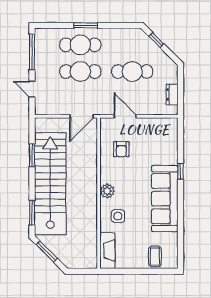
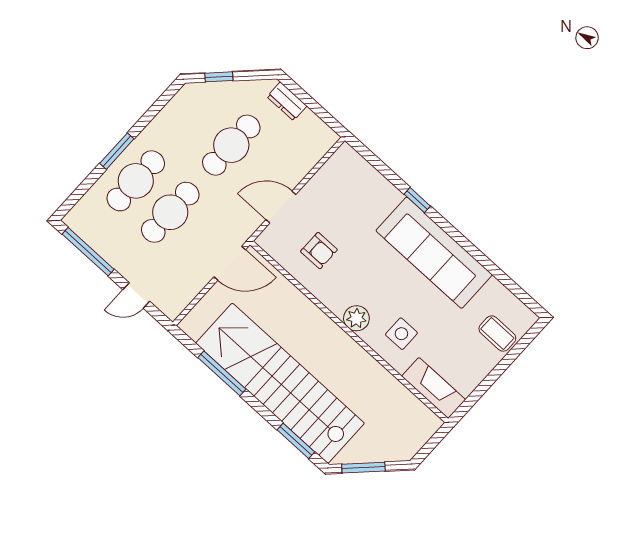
dresser: (172, 95) -> (287, 101), moved
door: (82, 116) -> (230, 263), hinge flipped
window: (32, 155) -> (222, 373), width x1.44

